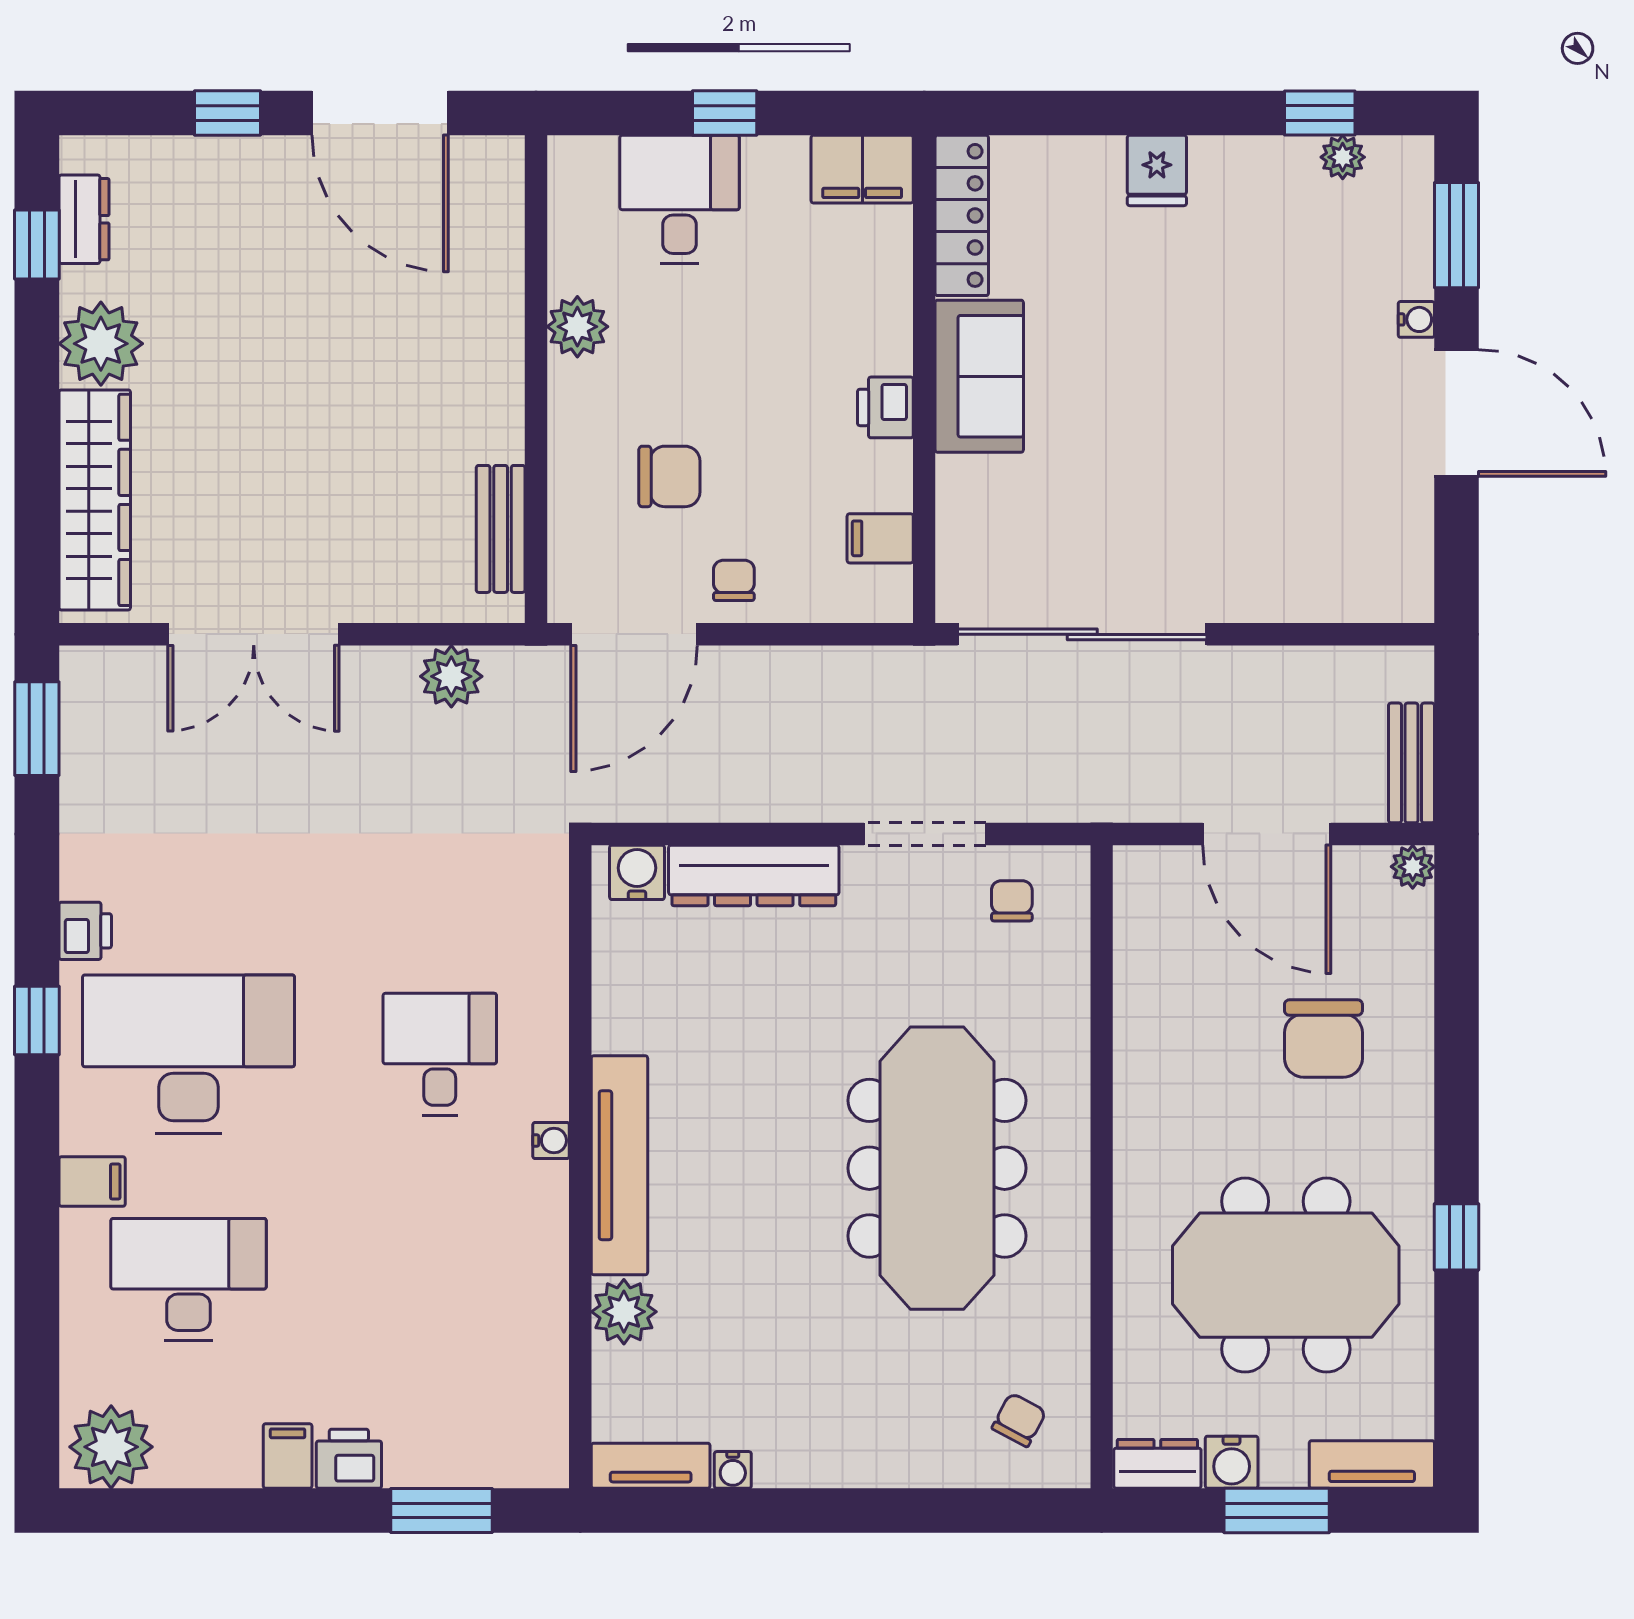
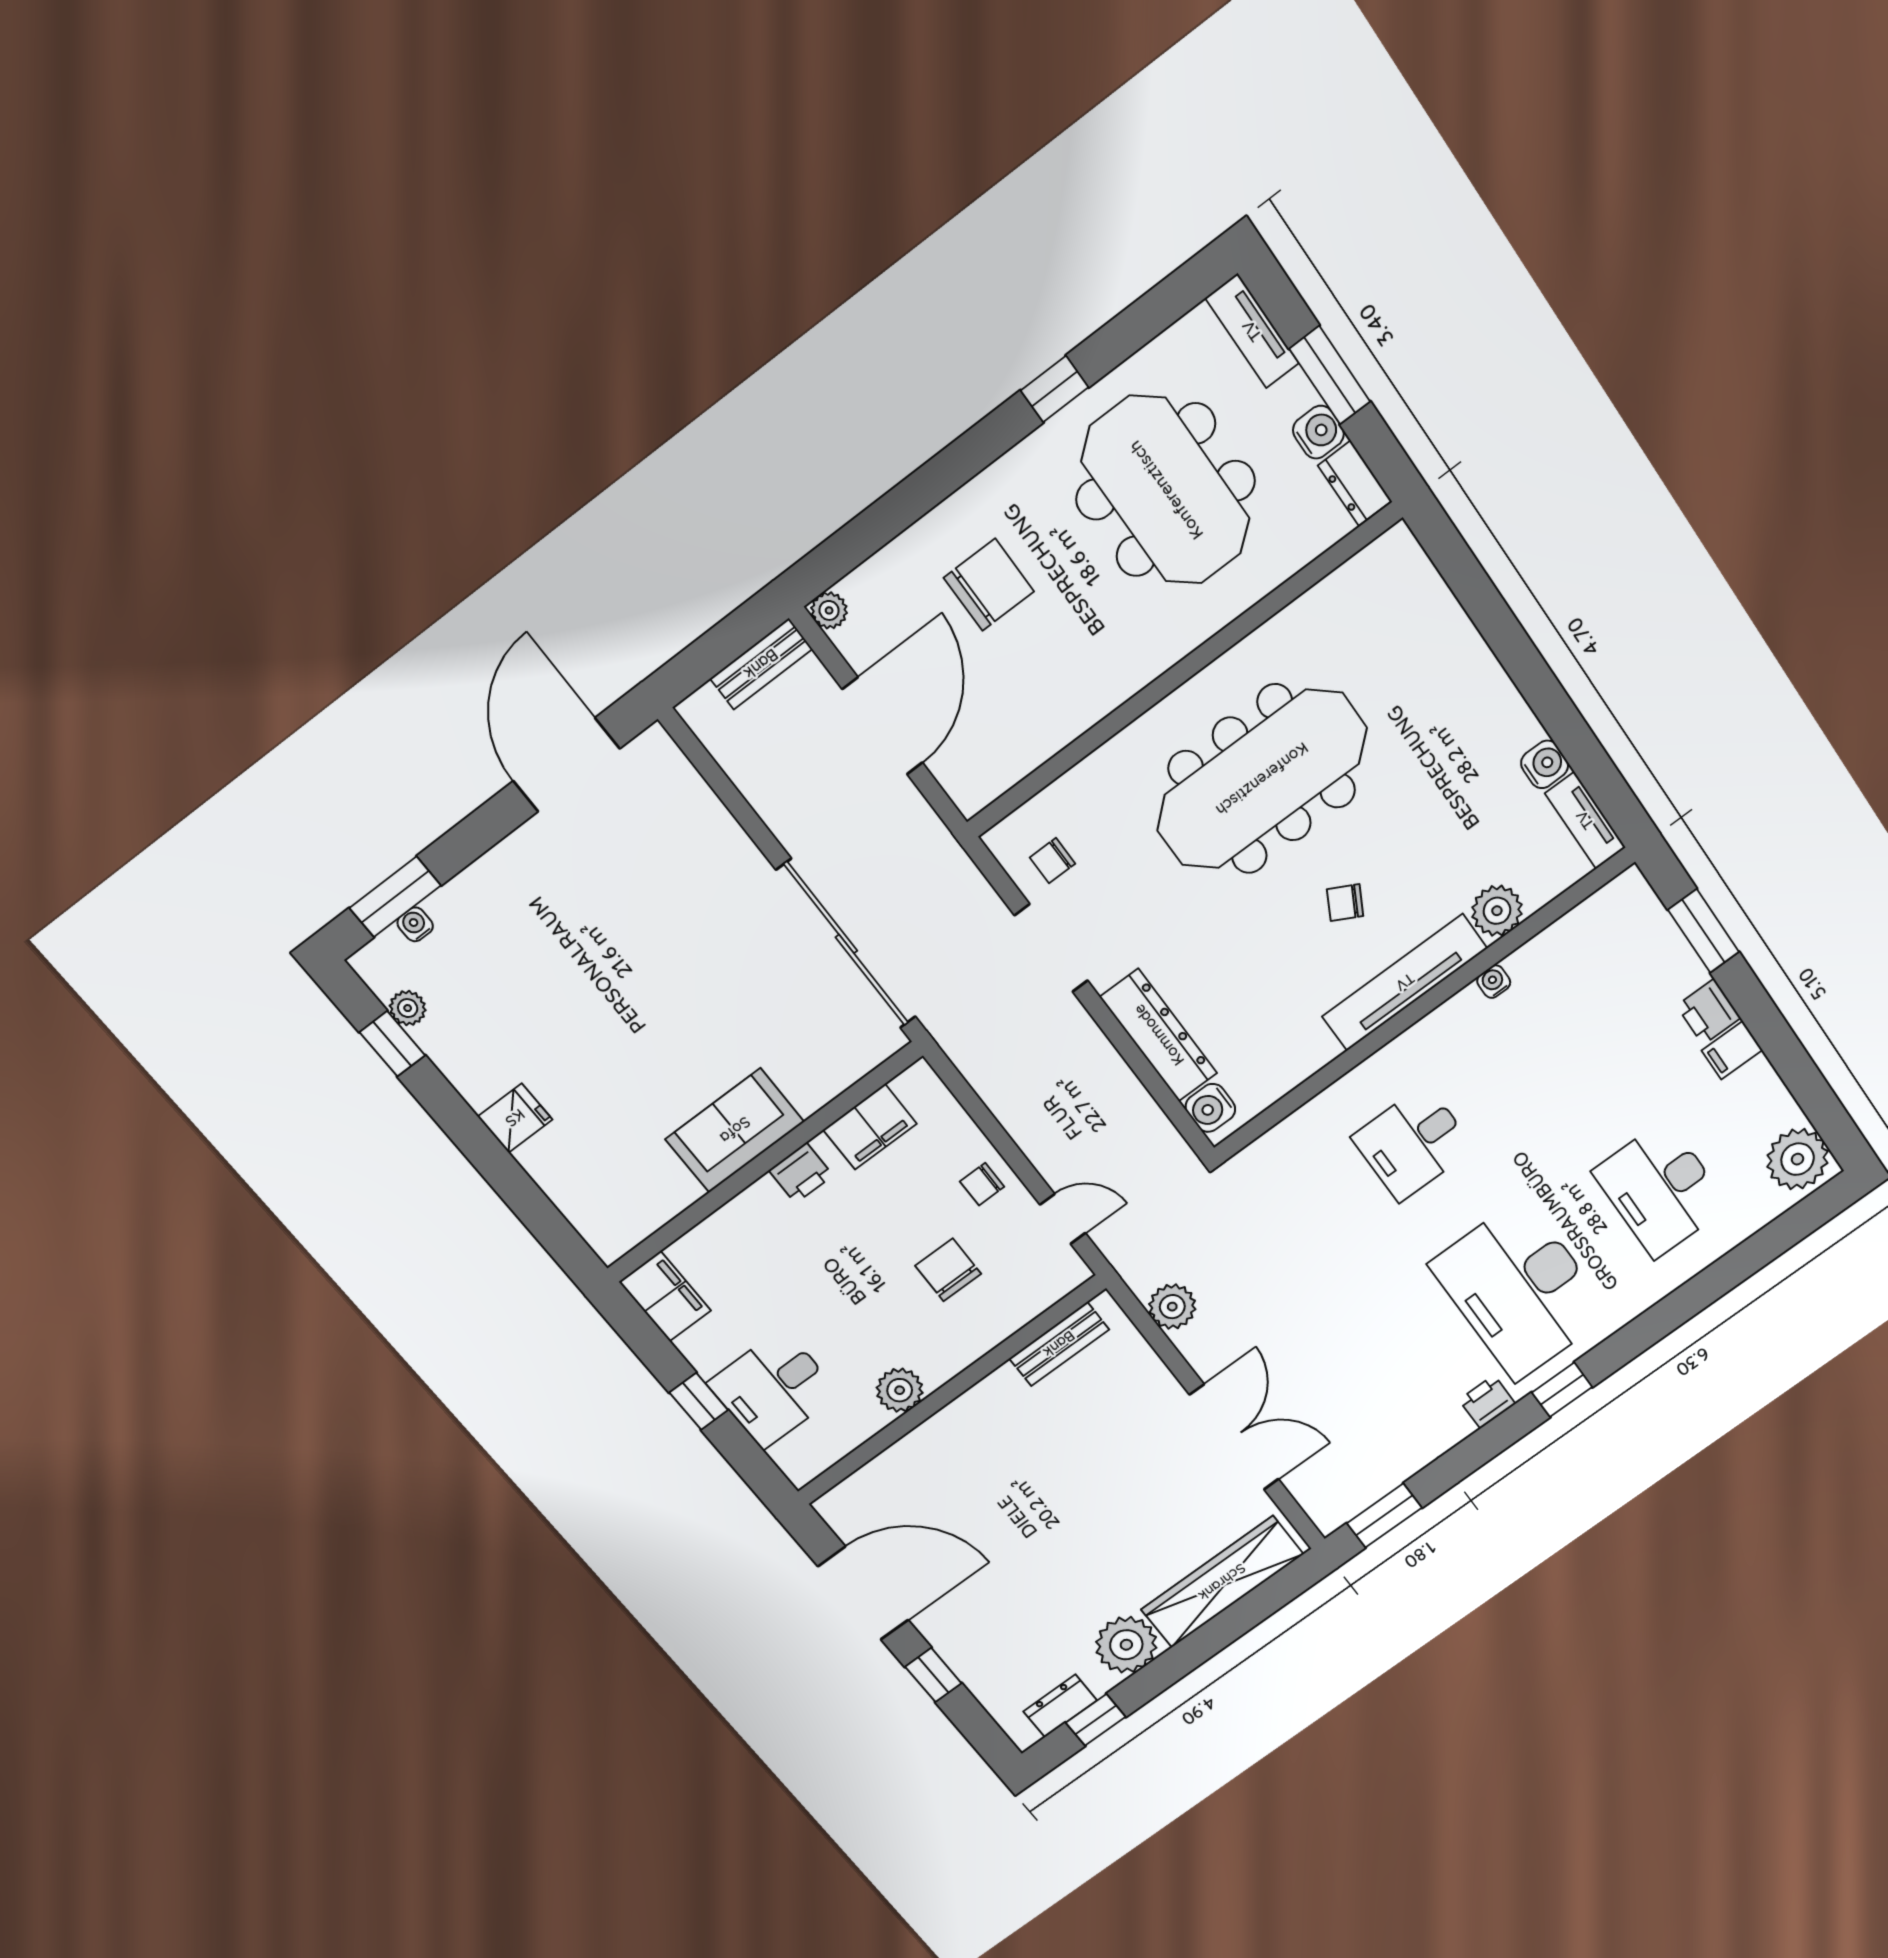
door: (380, 113) -> (863, 1593), hinge flipped
locker: (962, 215) -> (643, 1216), removed
water cooler: (1416, 319) -> (415, 924), moved
door: (1457, 413) -> (566, 765), moved
filing cabinet: (880, 538) -> (870, 1127), width x2.00
door: (634, 634) -> (1063, 1219), width x0.53
water cooler: (551, 1140) -> (1494, 982), moved
filing cabinet: (92, 1182) -> (1639, 1288), removed
chair: (1019, 1420) -> (1345, 903), moved
water cooler: (733, 1470) -> (1545, 764), width x1.38, depth x1.38

